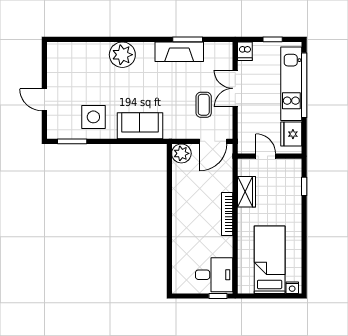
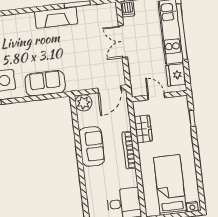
fireplace: (179, 52) -> (56, 18), moved
plant: (122, 55) -> (23, 24), removed
coffee table: (204, 105) -> (98, 59), removed
sofa: (185, 205) -> (92, 146), added

